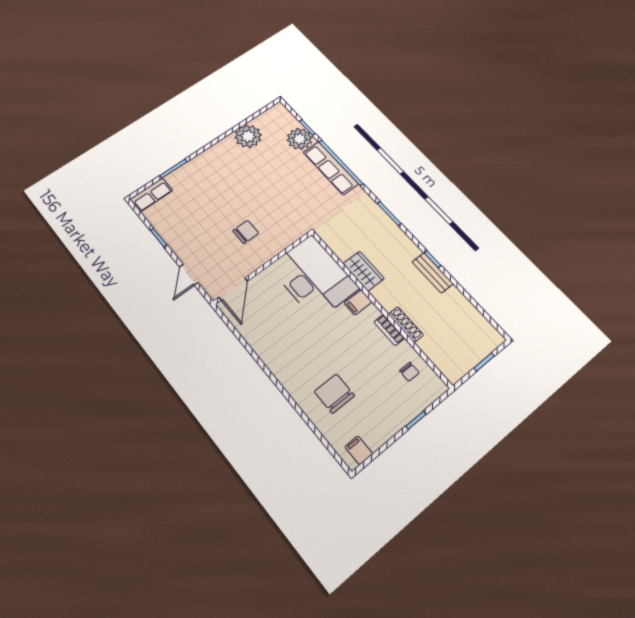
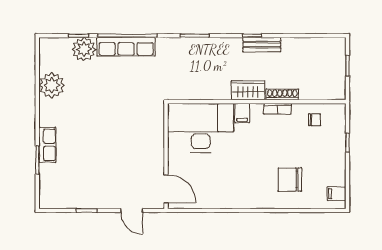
row of seats: (151, 195) -> (47, 145), moved
chair: (246, 232) -> (130, 147), removed
wardrobe: (364, 271) -> (248, 90), moved

